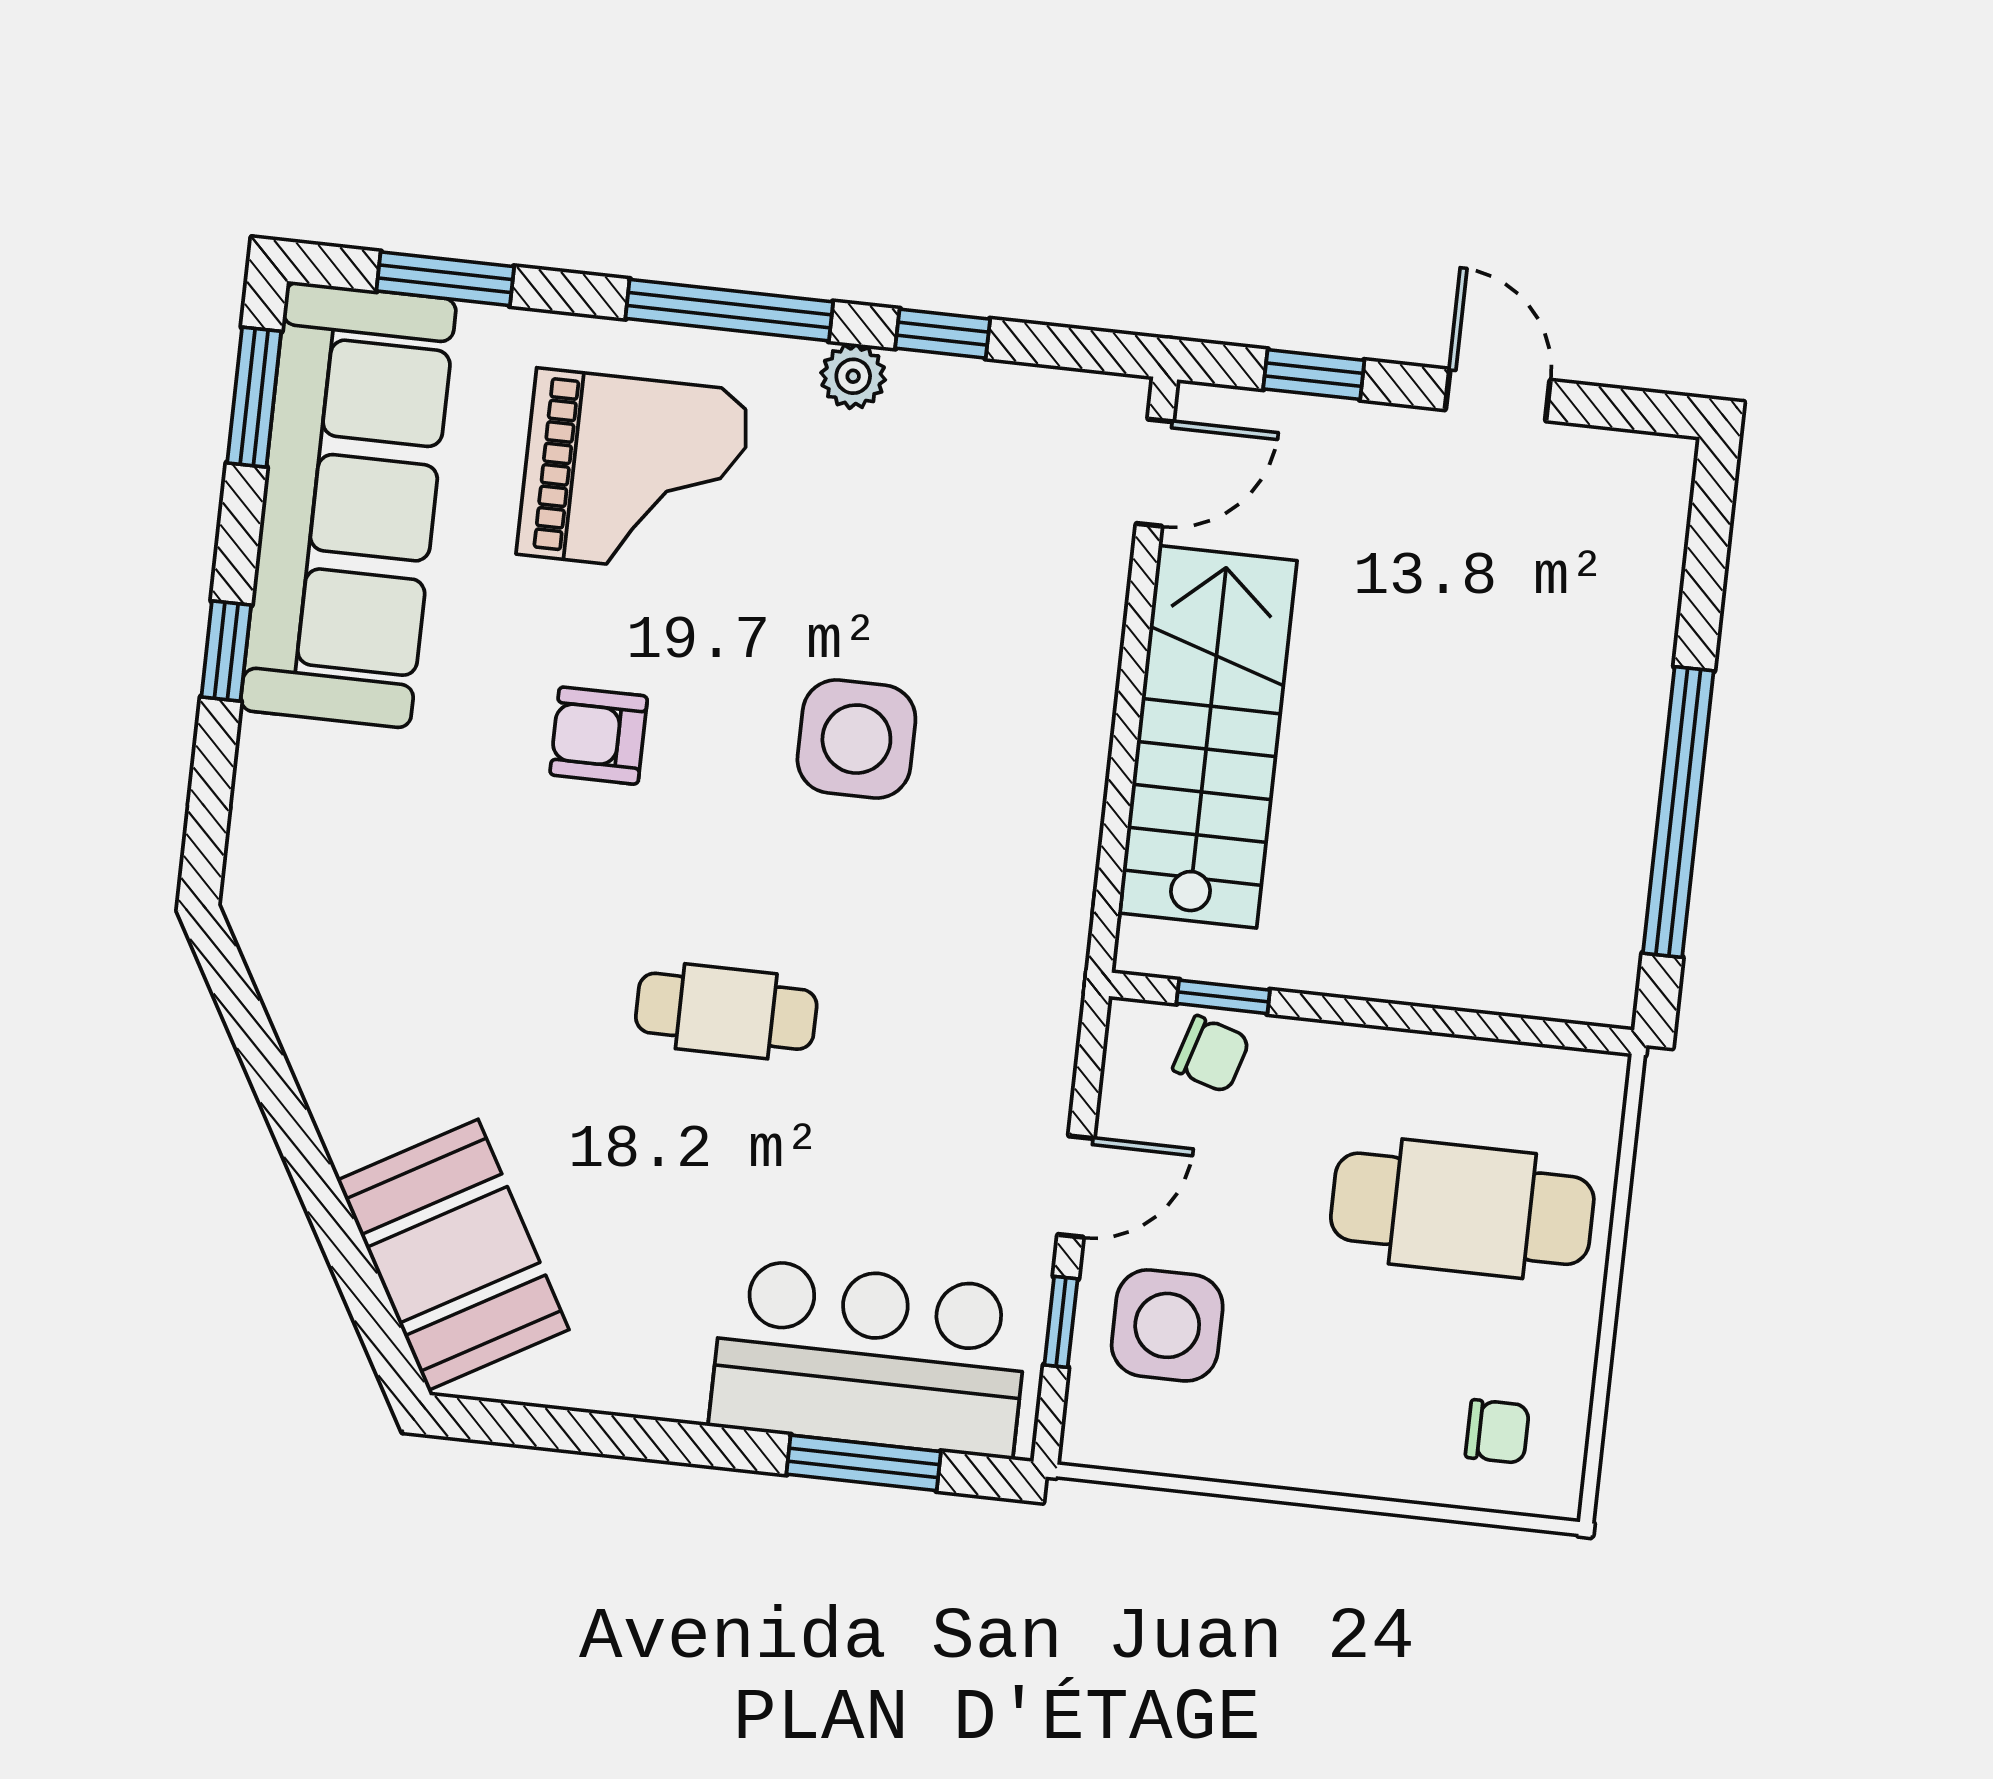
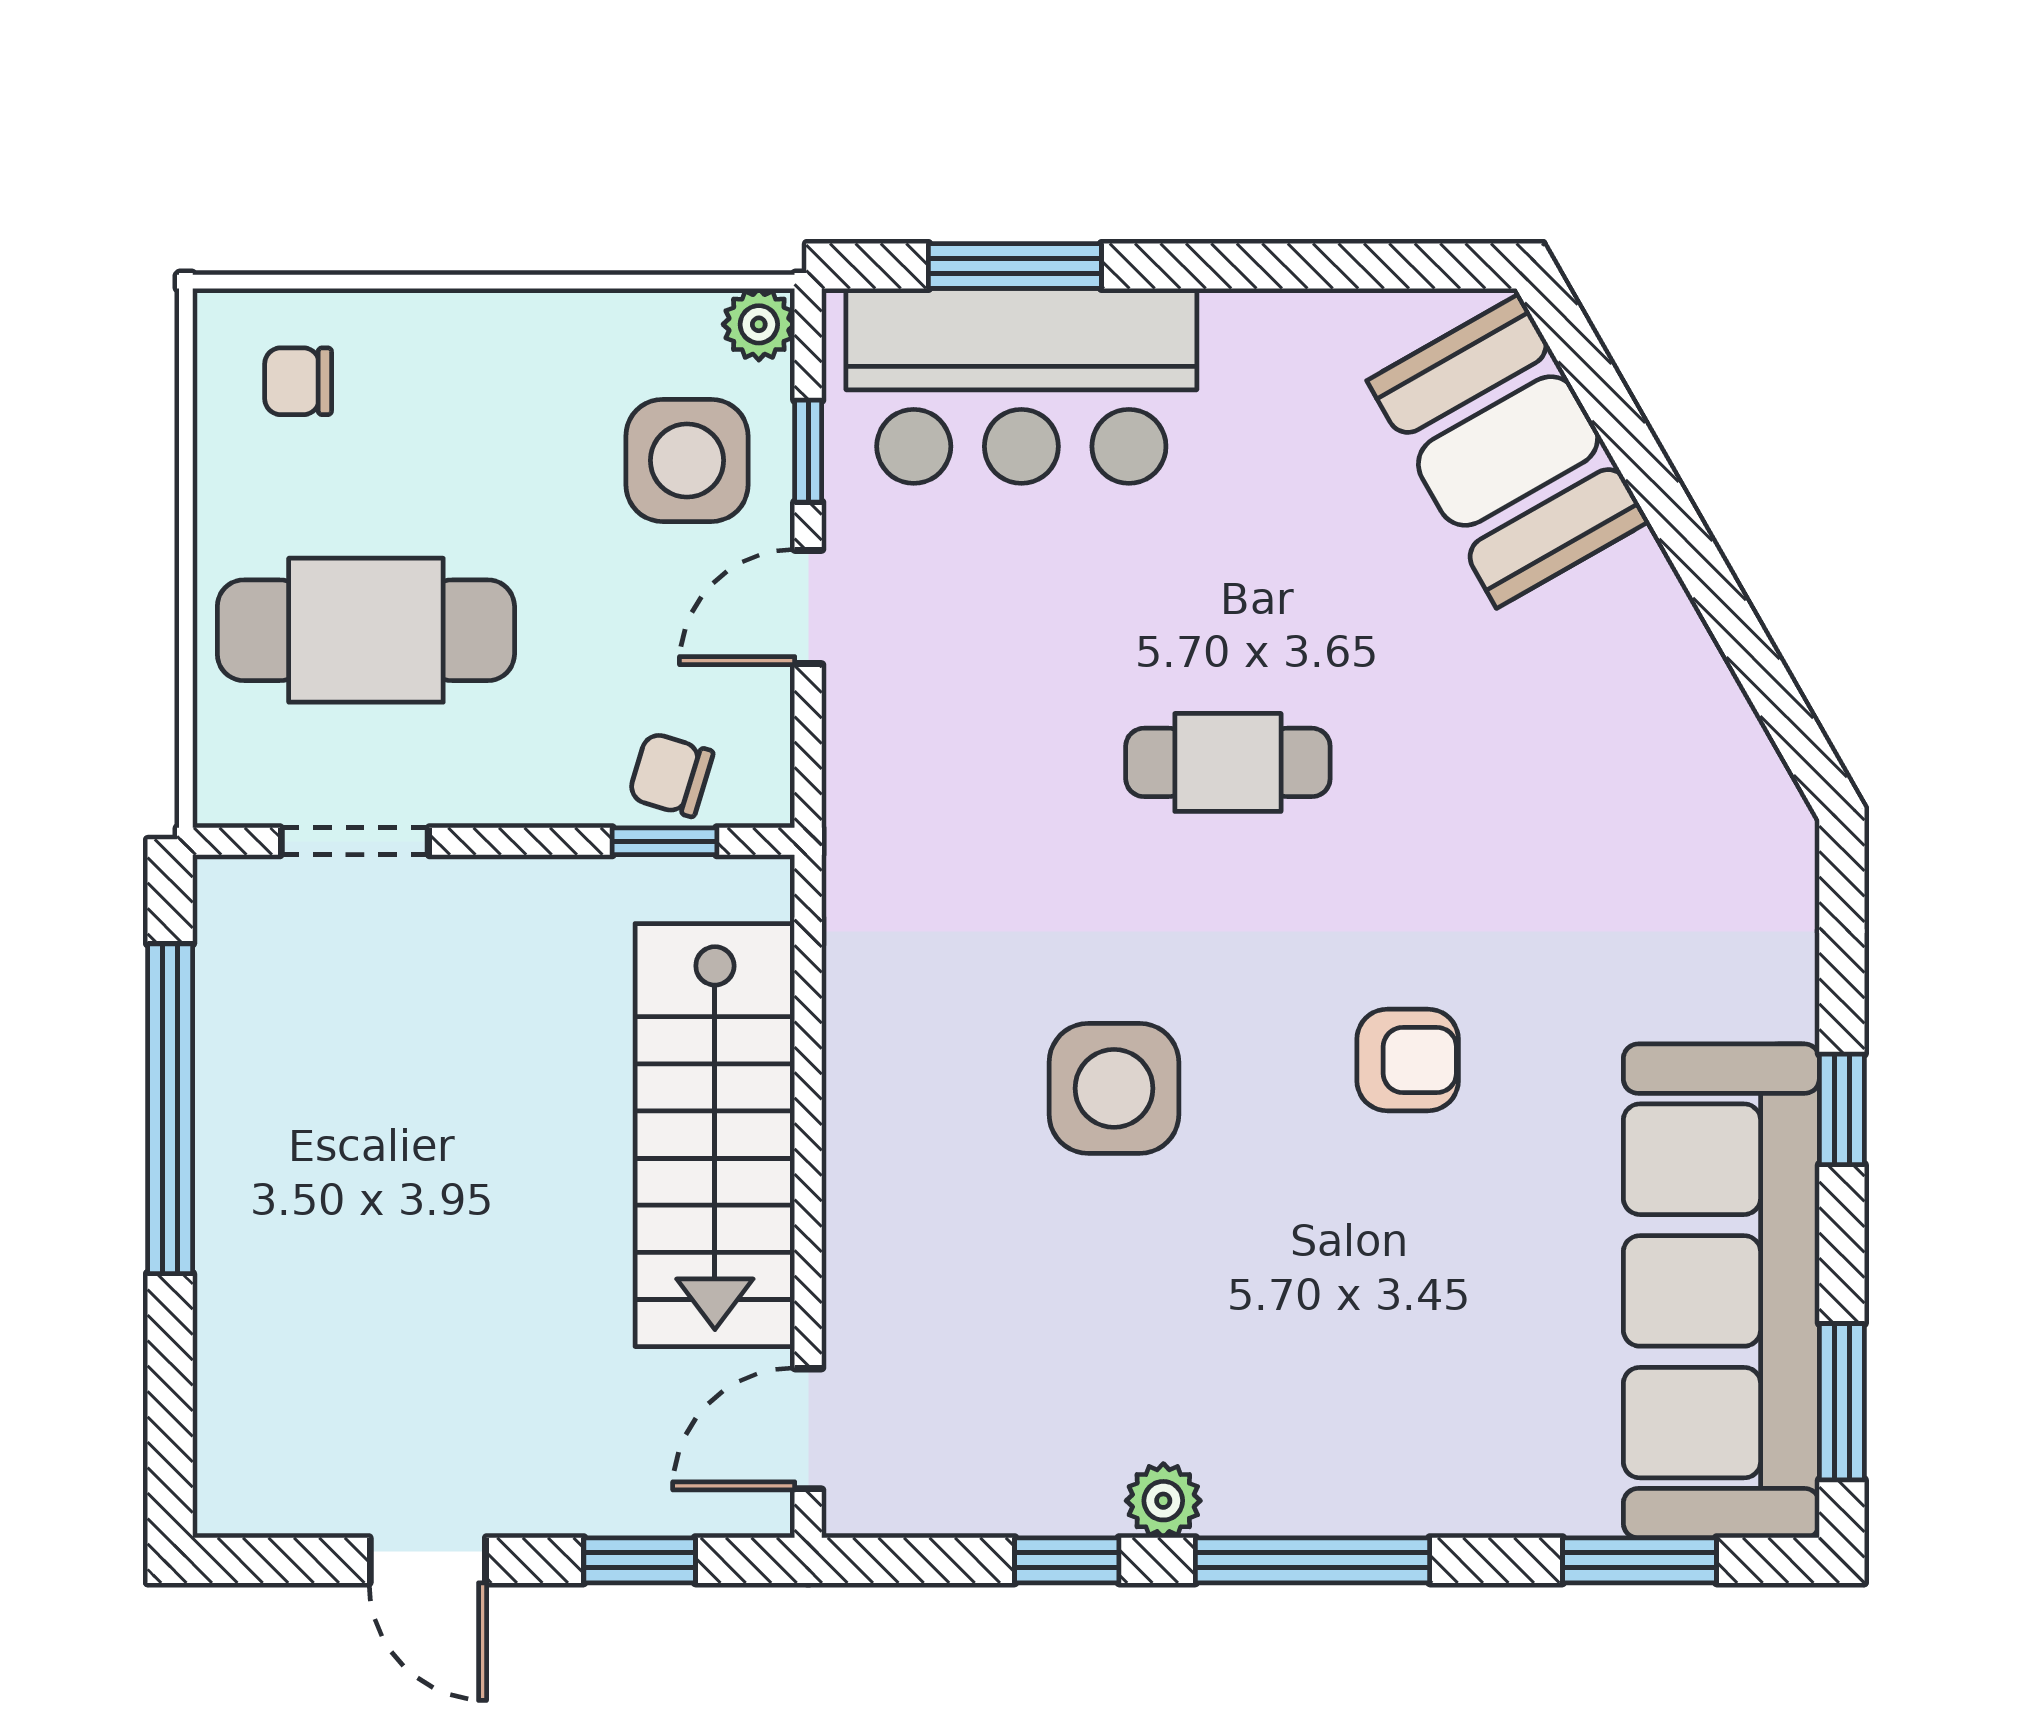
grand piano: (634, 473) -> (1401, 1363), removed
doorway: (1492, 1027) -> (355, 841), added
plant: (1092, 1437) -> (759, 324), added

